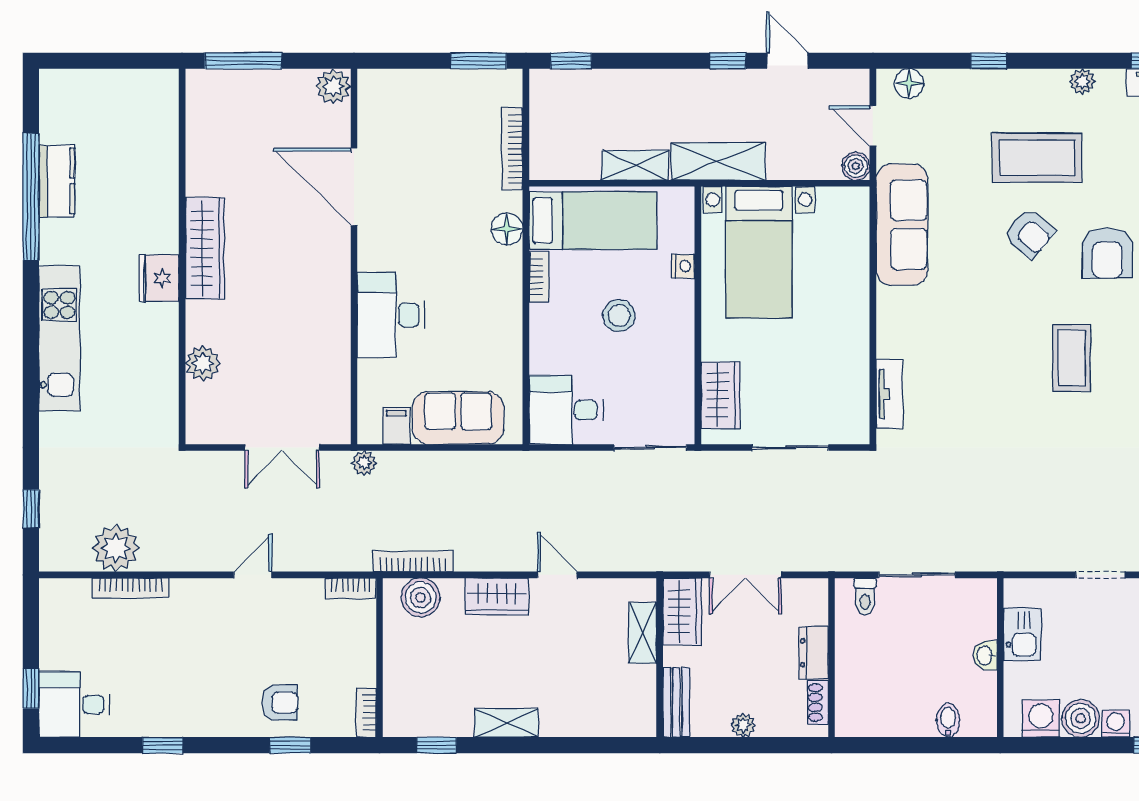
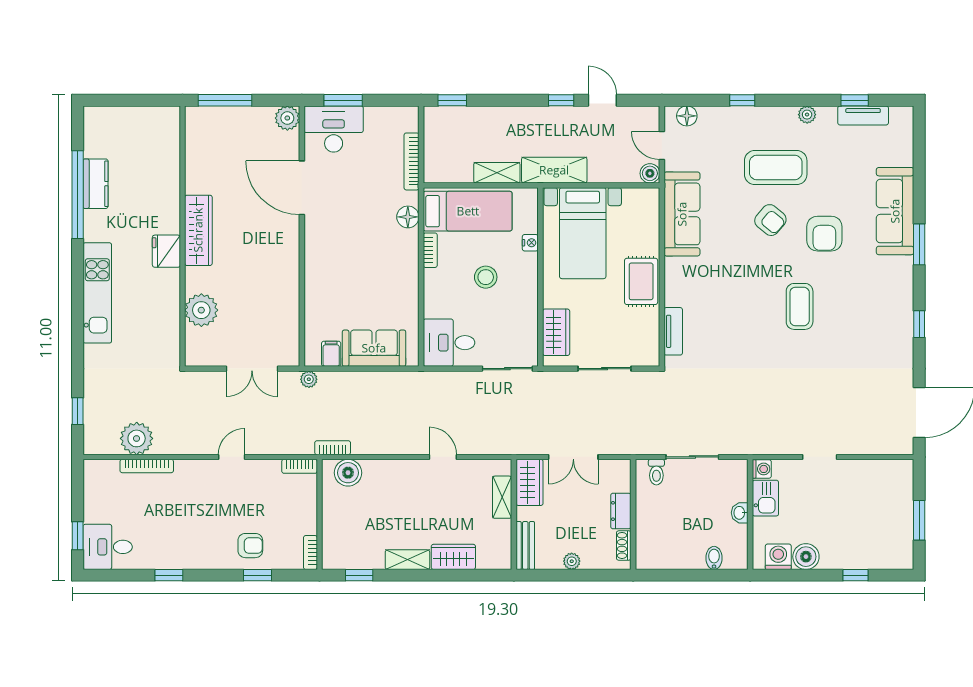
window: (479, 61) -> (343, 100), moved
desk: (391, 315) -> (334, 129), moved, turned 90
rug: (843, 322) -> (641, 281), added
plant: (203, 363) -> (201, 310), width x1.36, depth x1.36
bookcase: (413, 561) -> (333, 448), width x0.64
wardrobe: (497, 596) -> (453, 557), moved, turned 180
washing machine: (1116, 724) -> (762, 469), moved, turned 90

